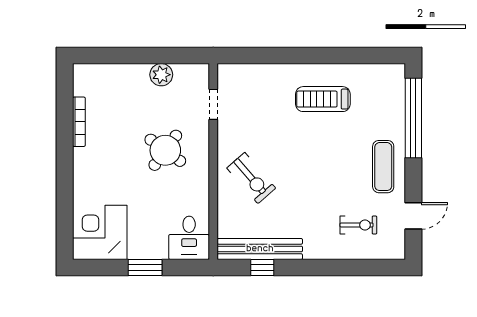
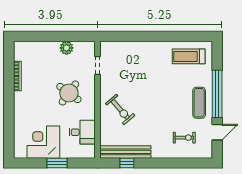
treadmill: (323, 99) -> (189, 56), moved
window: (413, 118) -> (217, 94), moved
corner desk: (100, 232) -> (43, 142), moved
desk: (189, 238) -> (82, 132), moved, turned -90

